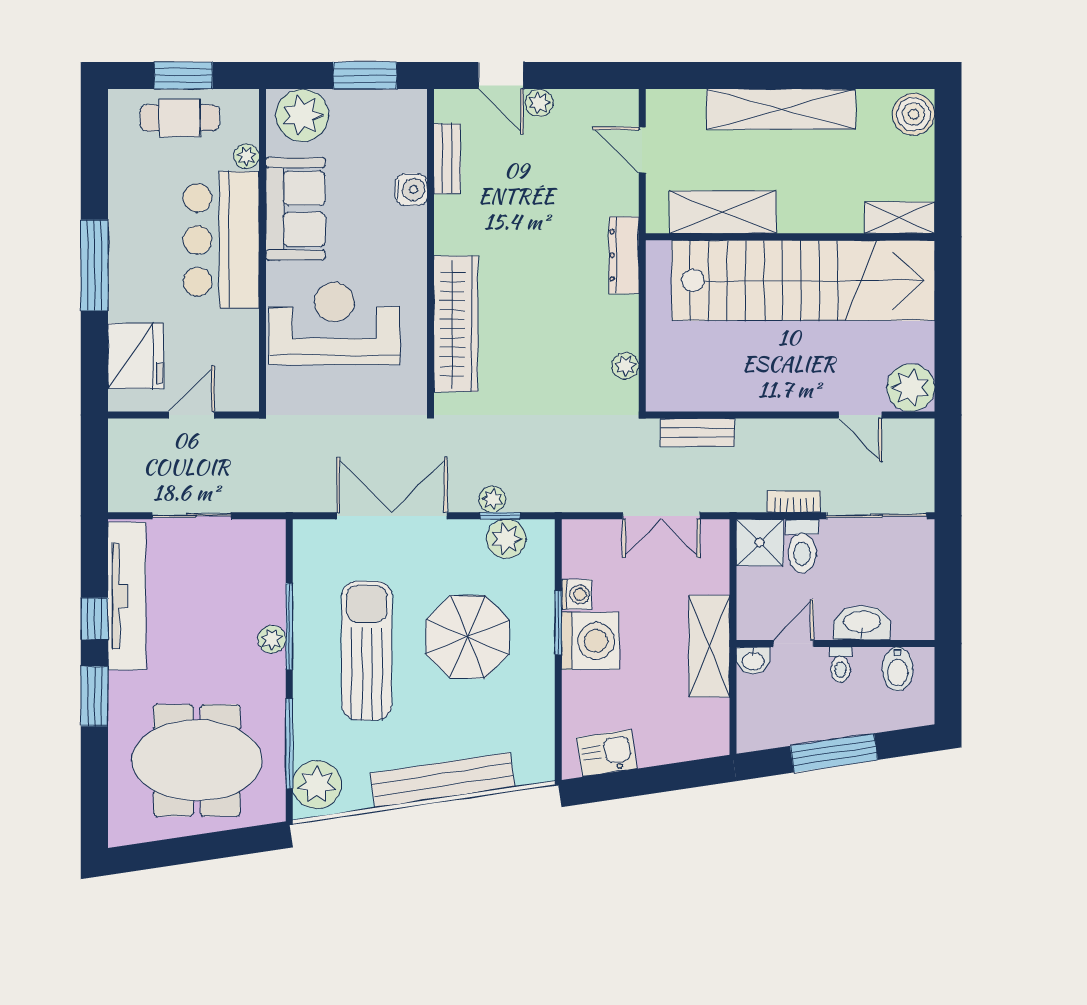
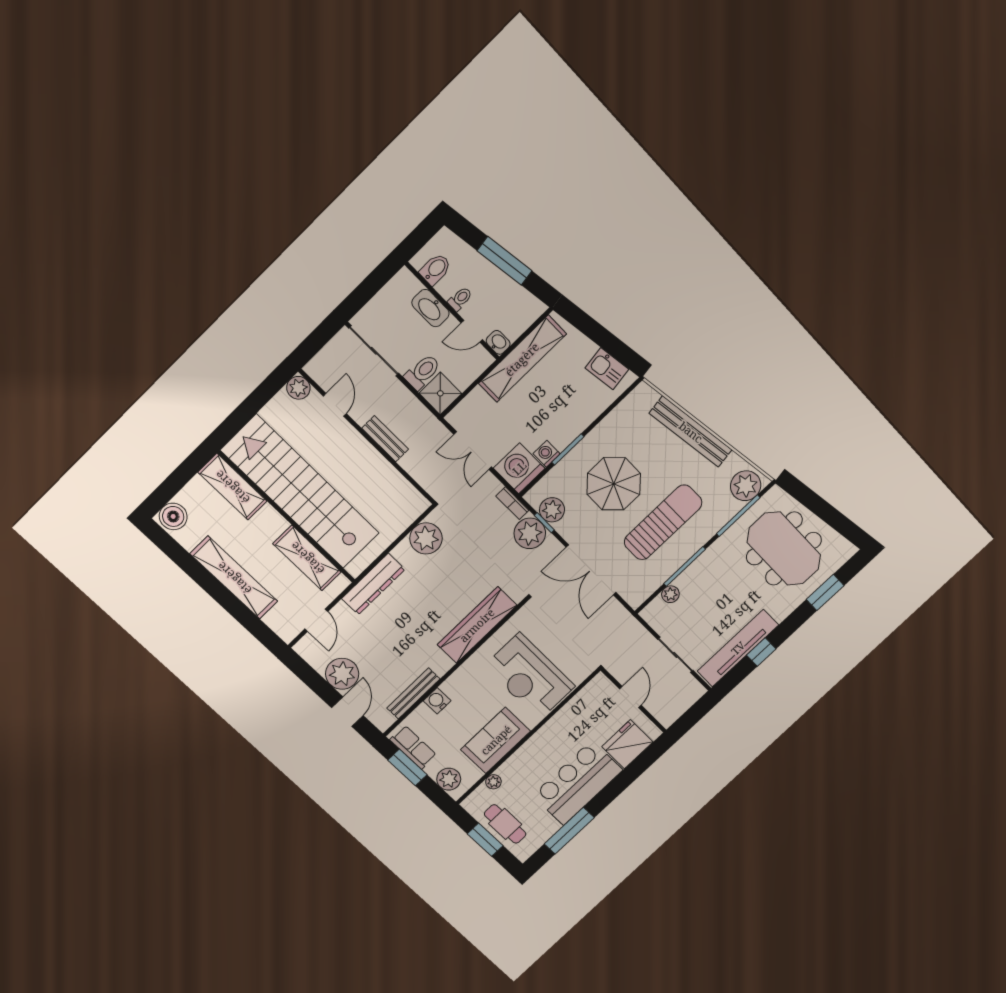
plant: (539, 103) -> (342, 674), width x1.87, depth x1.87
row of seats: (383, 107) -> (413, 747), added
plant: (302, 115) -> (449, 779), width x0.73, depth x0.73
bench: (447, 159) -> (413, 693), width x1.36
shelving: (899, 218) -> (232, 487), width x1.50, depth x1.33
bar counter: (221, 240) -> (578, 783), moved, turned 180
dresser: (624, 255) -> (373, 584), width x1.37, depth x1.24
window: (94, 265) -> (569, 831), moved
plant: (625, 366) -> (426, 538), width x1.87, depth x1.87
plant: (911, 388) -> (298, 388), width x0.73, depth x0.73
door: (192, 415) -> (630, 697), swing flipped
bench: (697, 432) -> (385, 439), moved
plant: (492, 499) -> (530, 533), width x1.87, depth x1.87
bookcase: (794, 502) -> (512, 503), moved
double door: (661, 516) -> (473, 451), swing flipped
plant: (272, 639) -> (670, 594), moved
washing machine: (590, 641) -> (519, 468), moved
shelving: (709, 646) -> (522, 359), width x1.47
sun lounger: (367, 651) -> (663, 522), turned 180
window: (94, 696) -> (825, 592), moved

